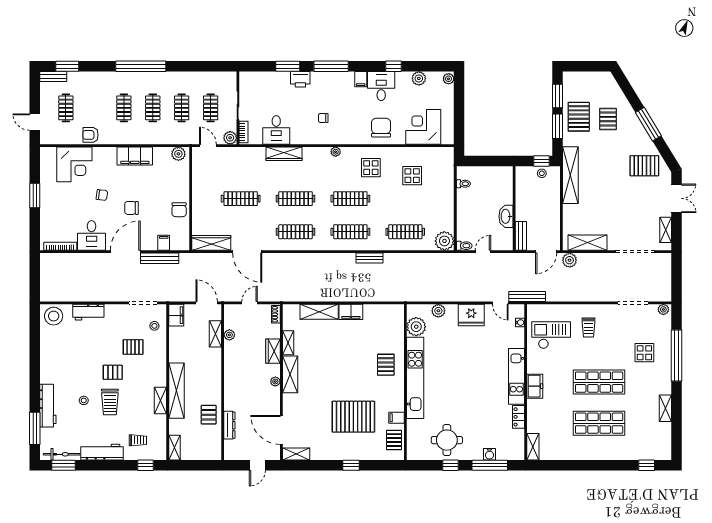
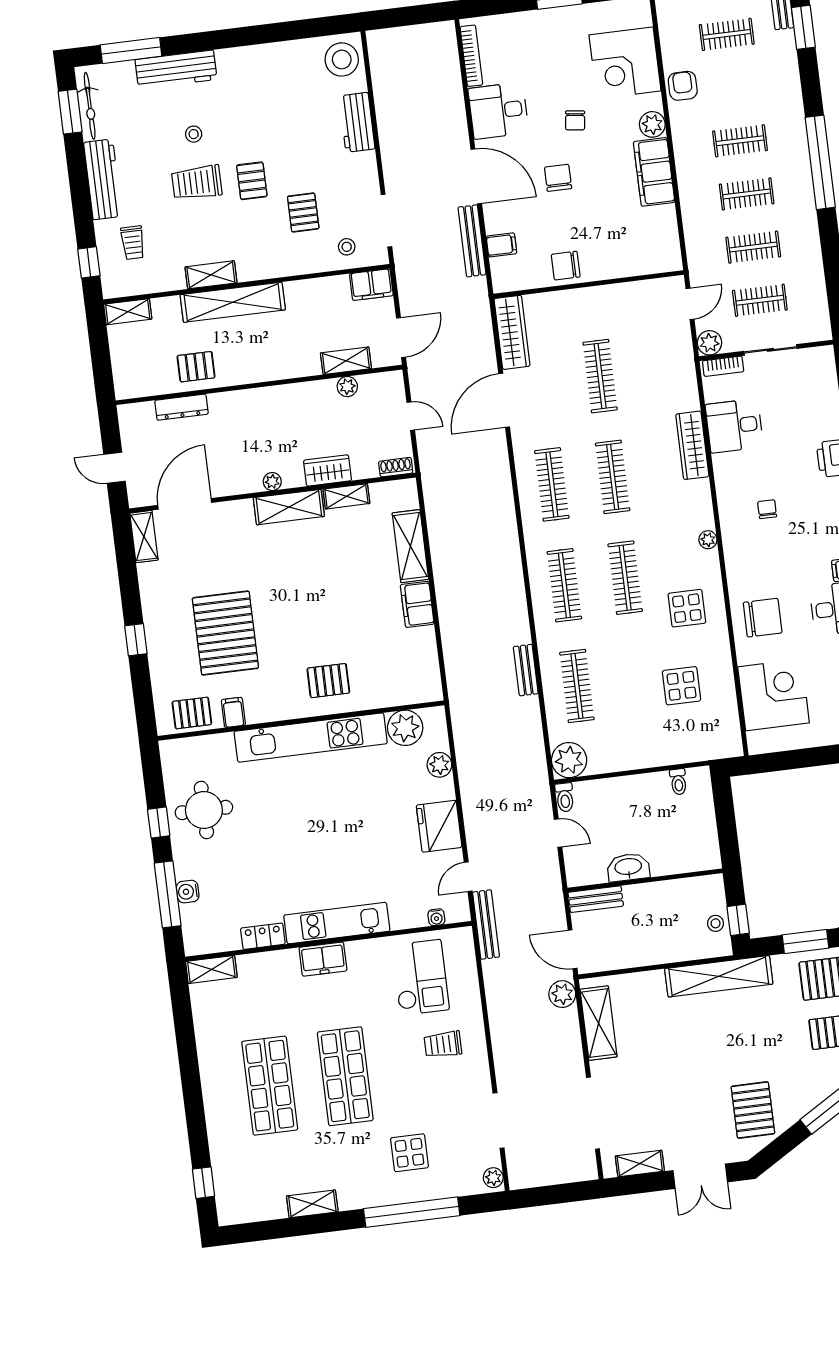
plant: (178, 154) -> (652, 124), moved
bench: (370, 258) -> (526, 670), moved

